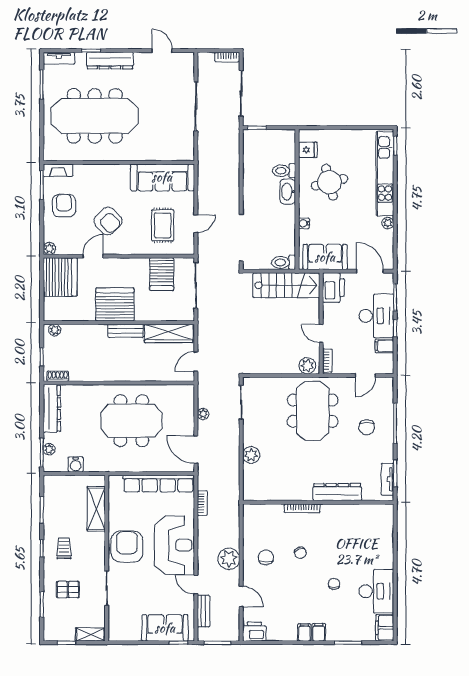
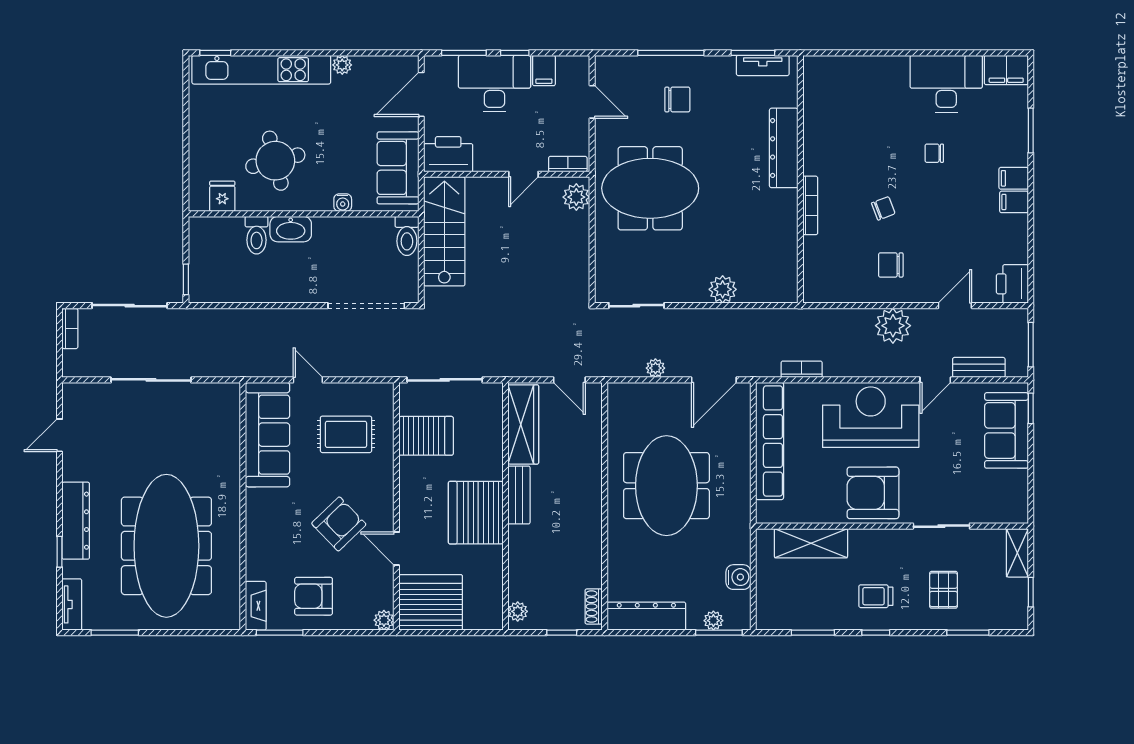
door: (196, 224) -> (308, 380), moved

